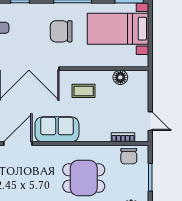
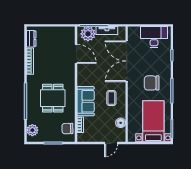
chair: (61, 31) -> (152, 83), turned -90
door: (150, 121) -> (111, 143), moved
sofa: (57, 129) -> (86, 101), moved

